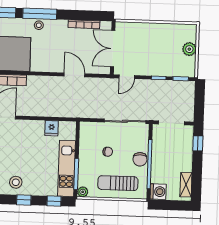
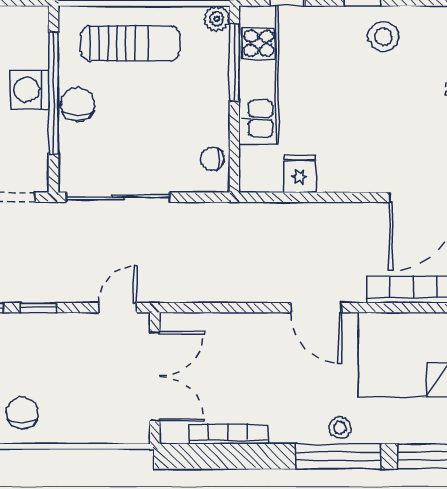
chair: (167, 36) -> (22, 413), added
door: (74, 75) -> (316, 308), moved
chair: (108, 152) -> (212, 159), moved
washing machine: (158, 192) -> (30, 90), moved

